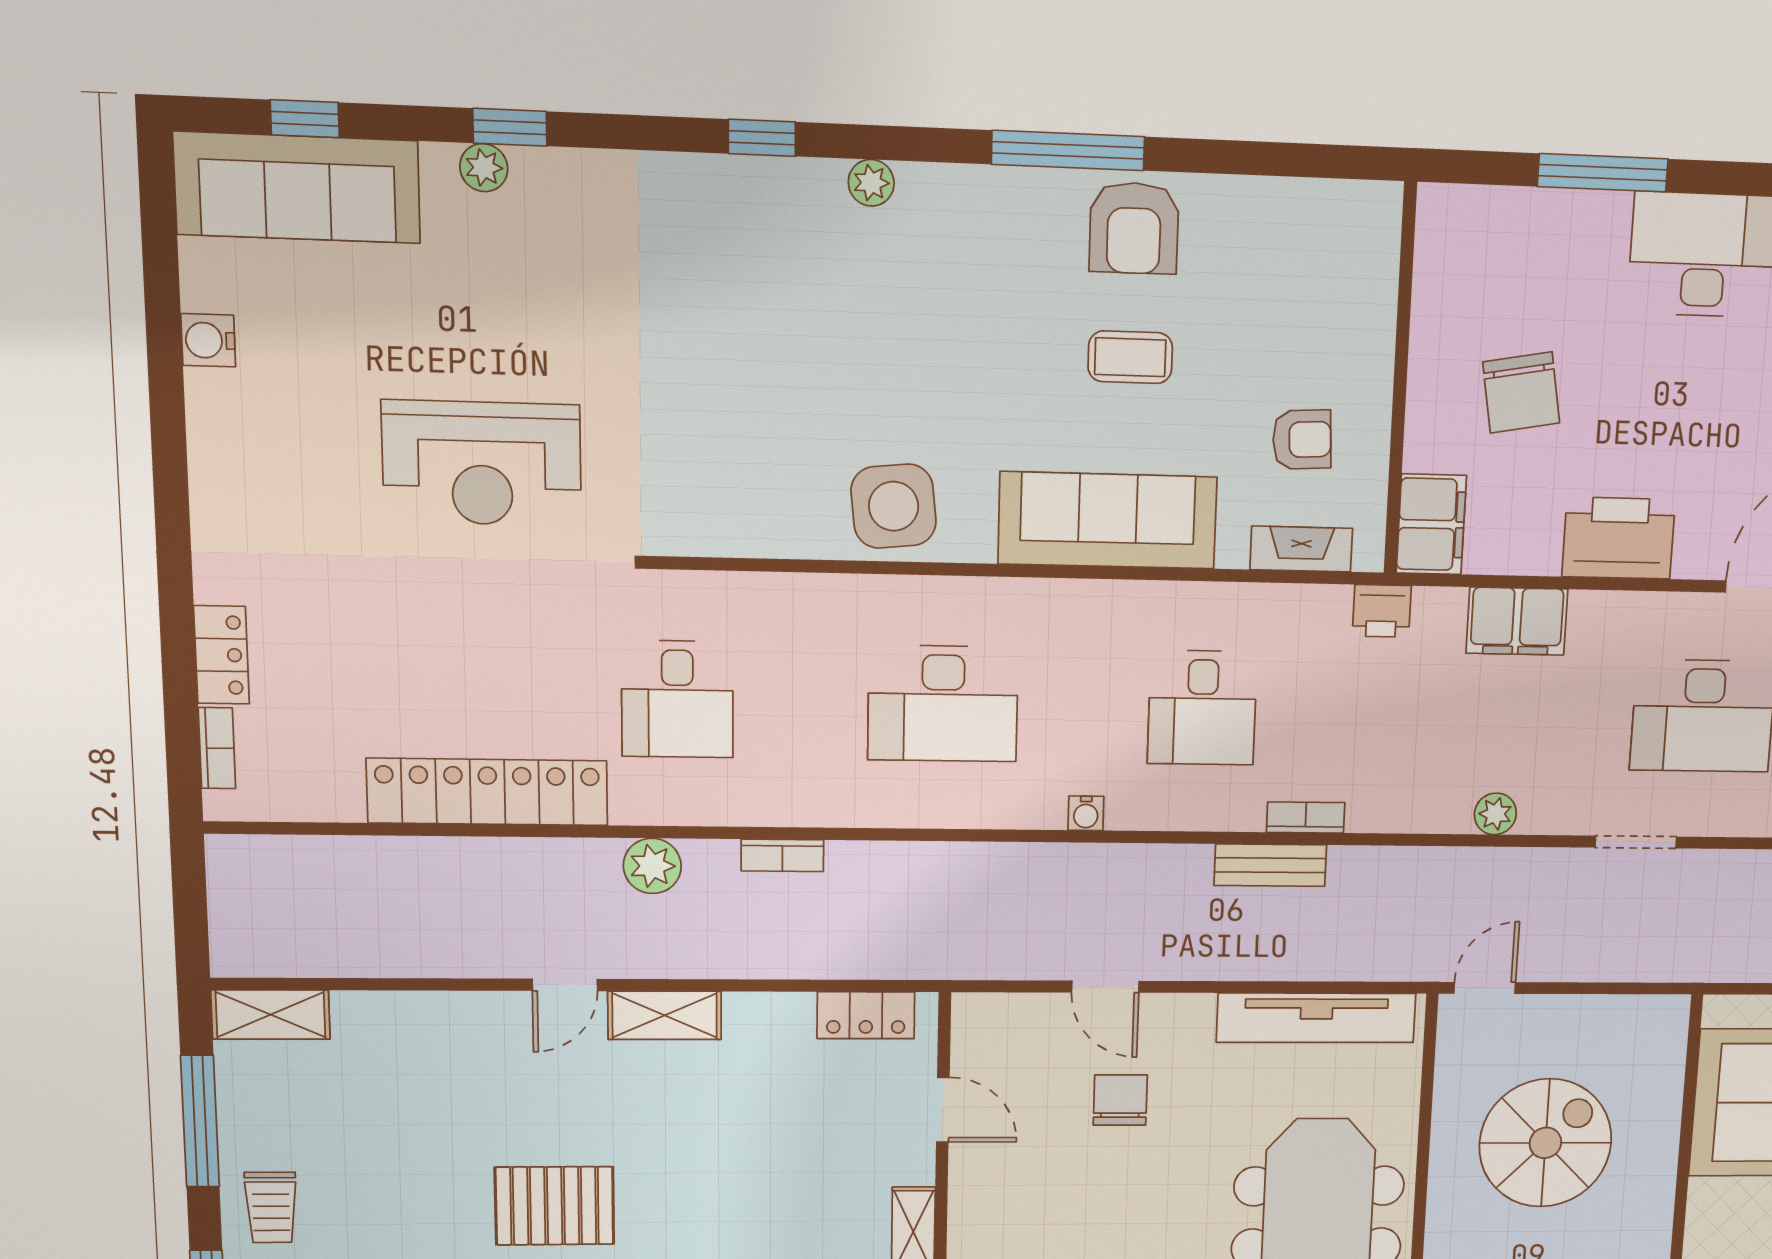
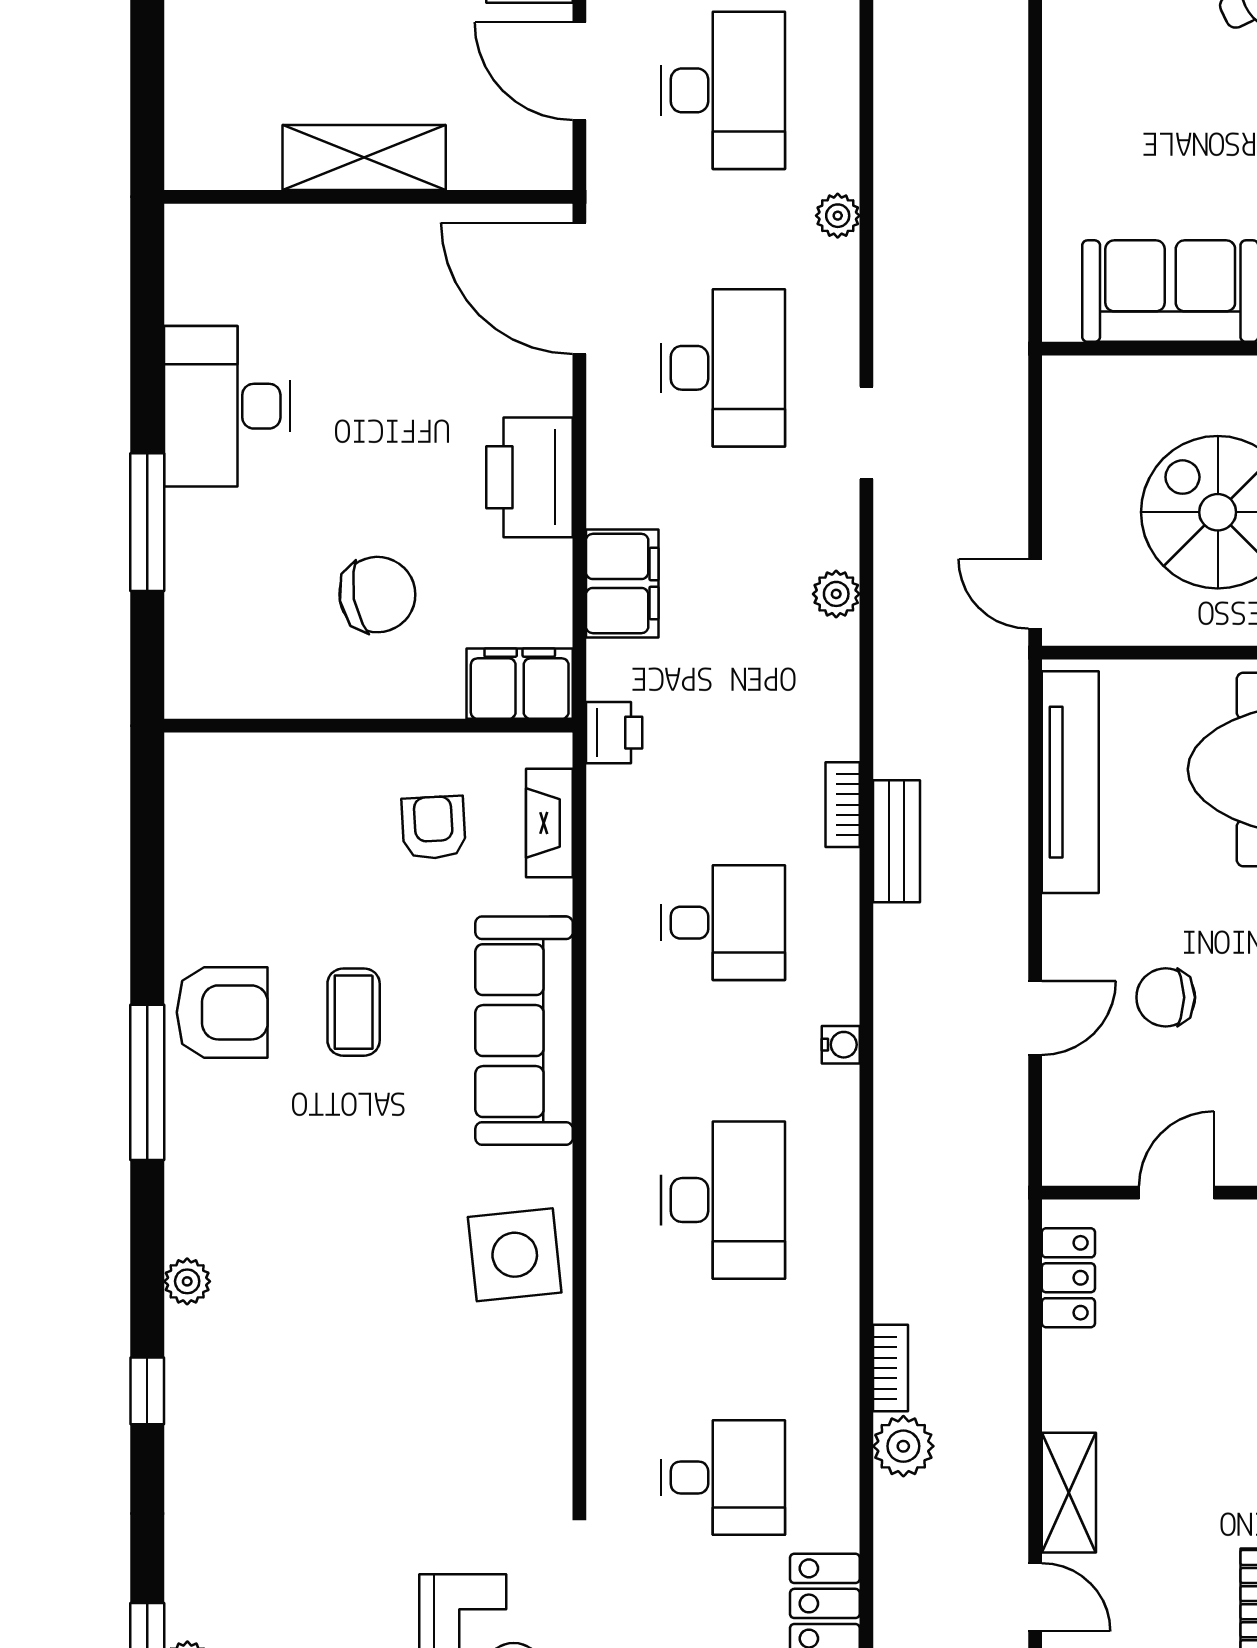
plant: (652, 866) -> (903, 1446), moved

